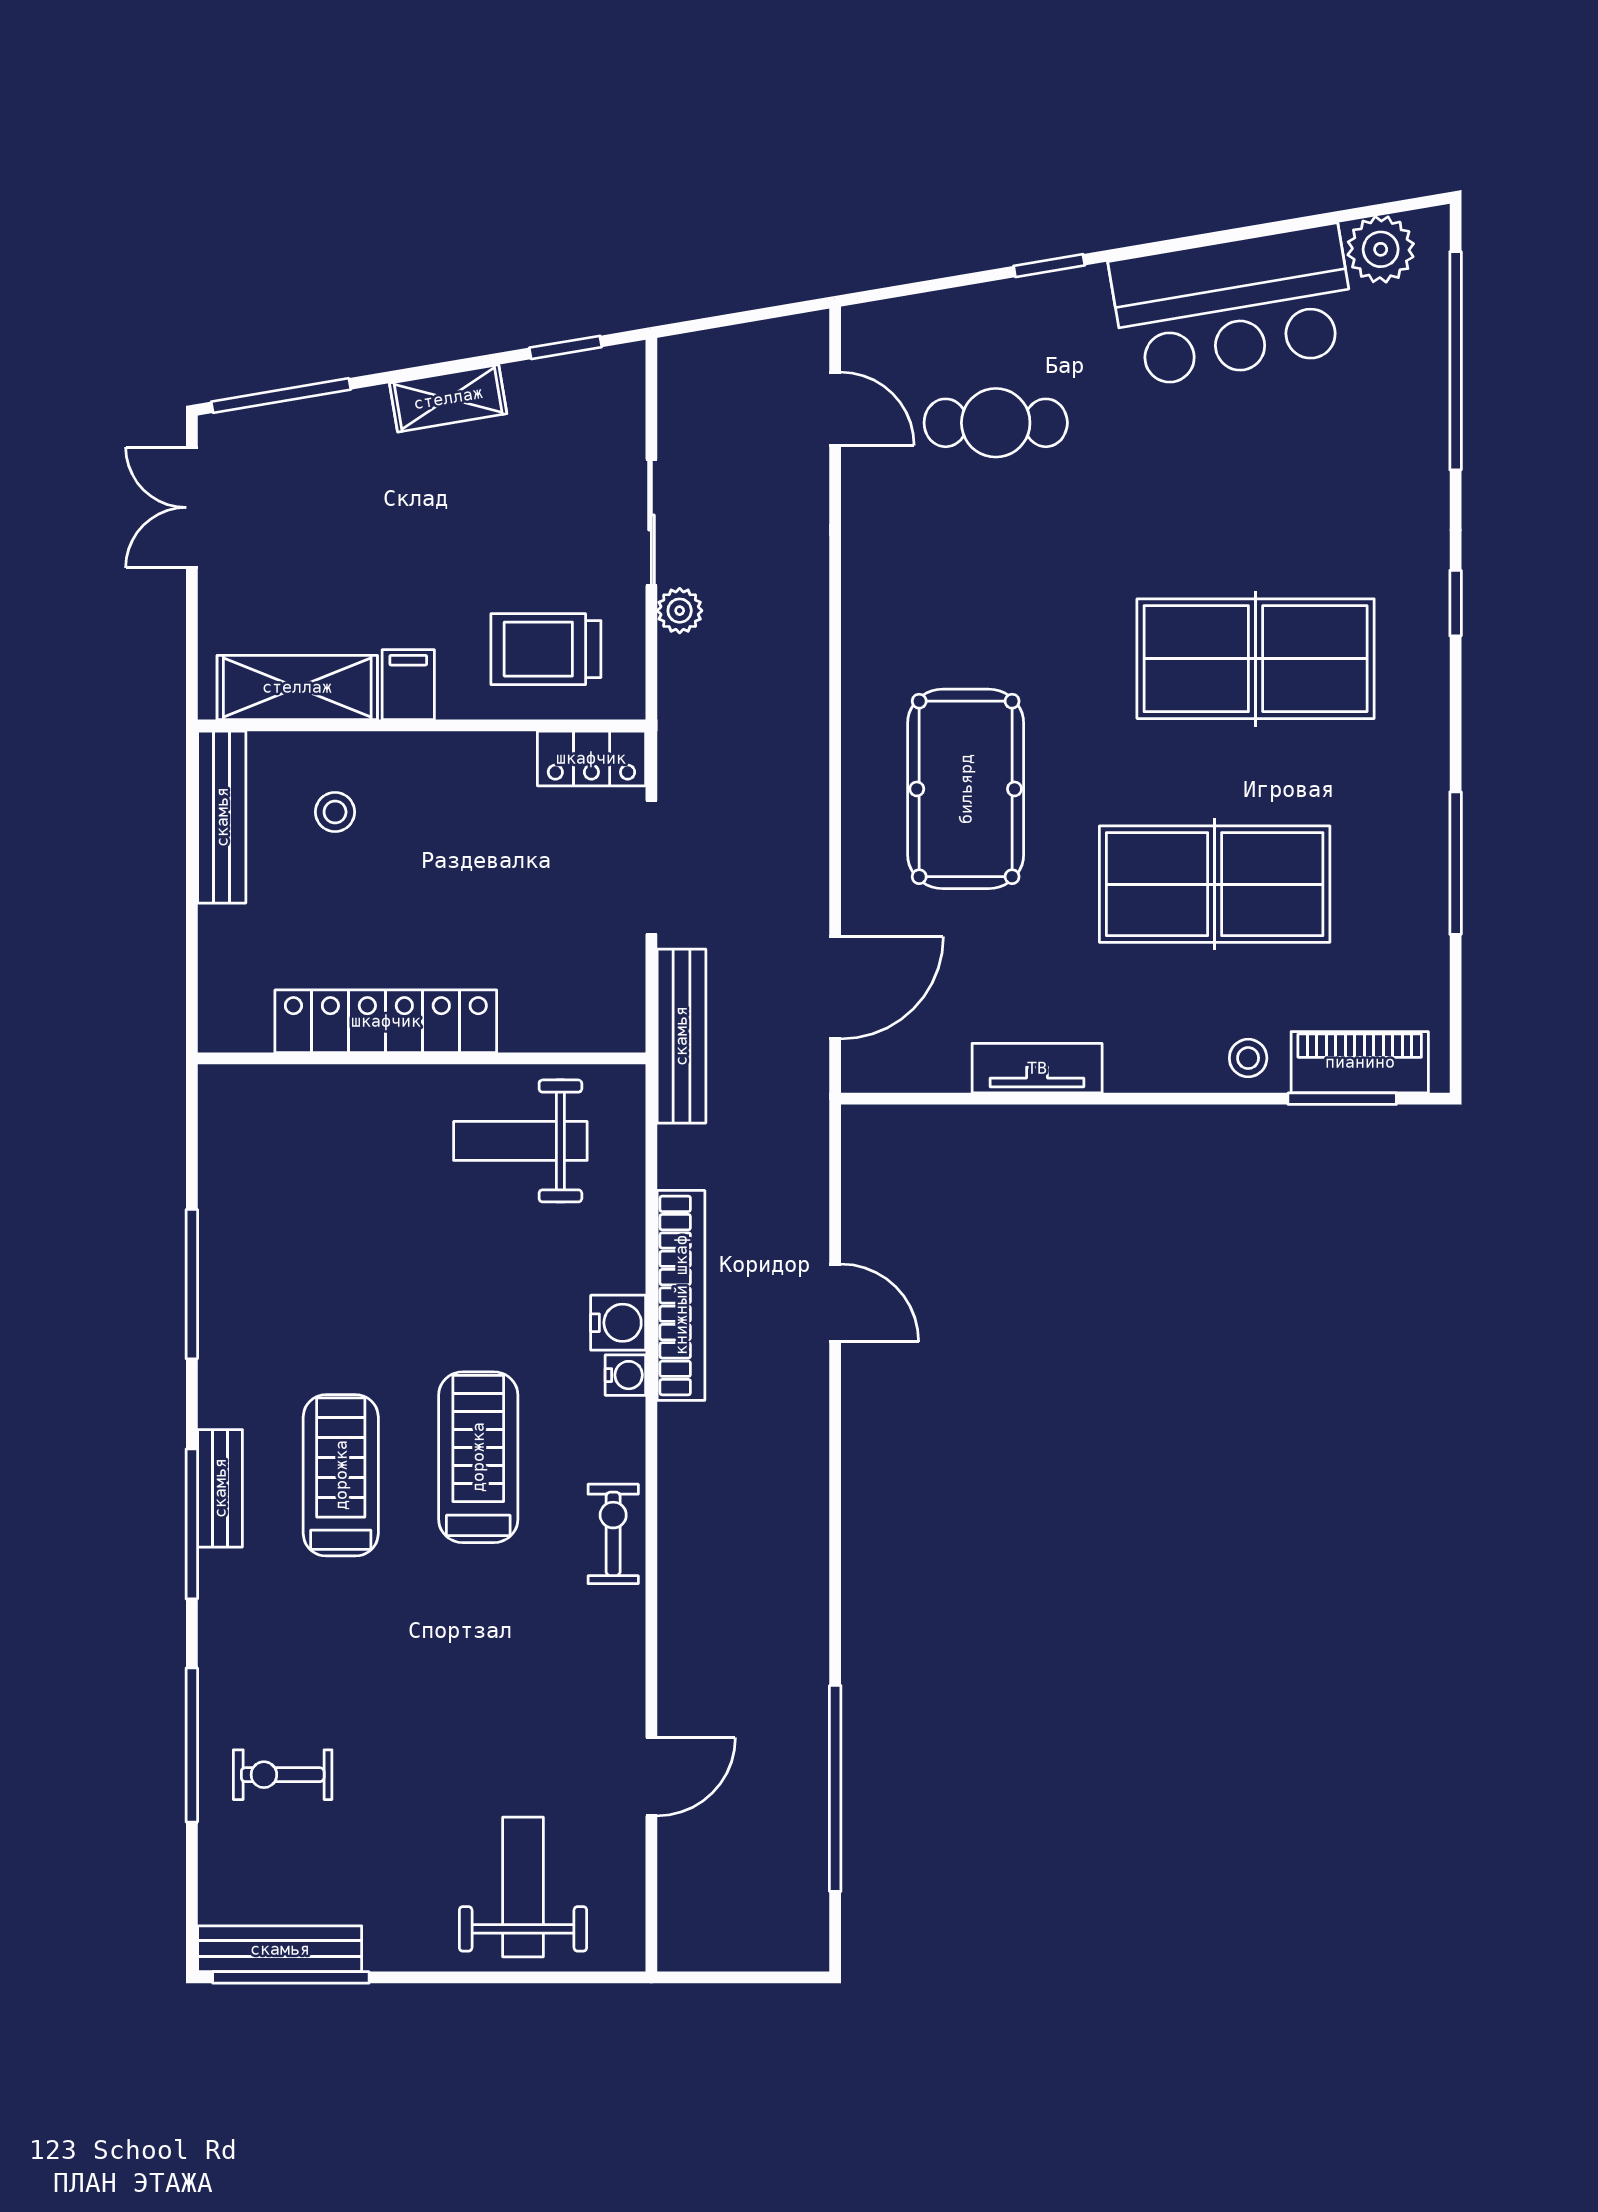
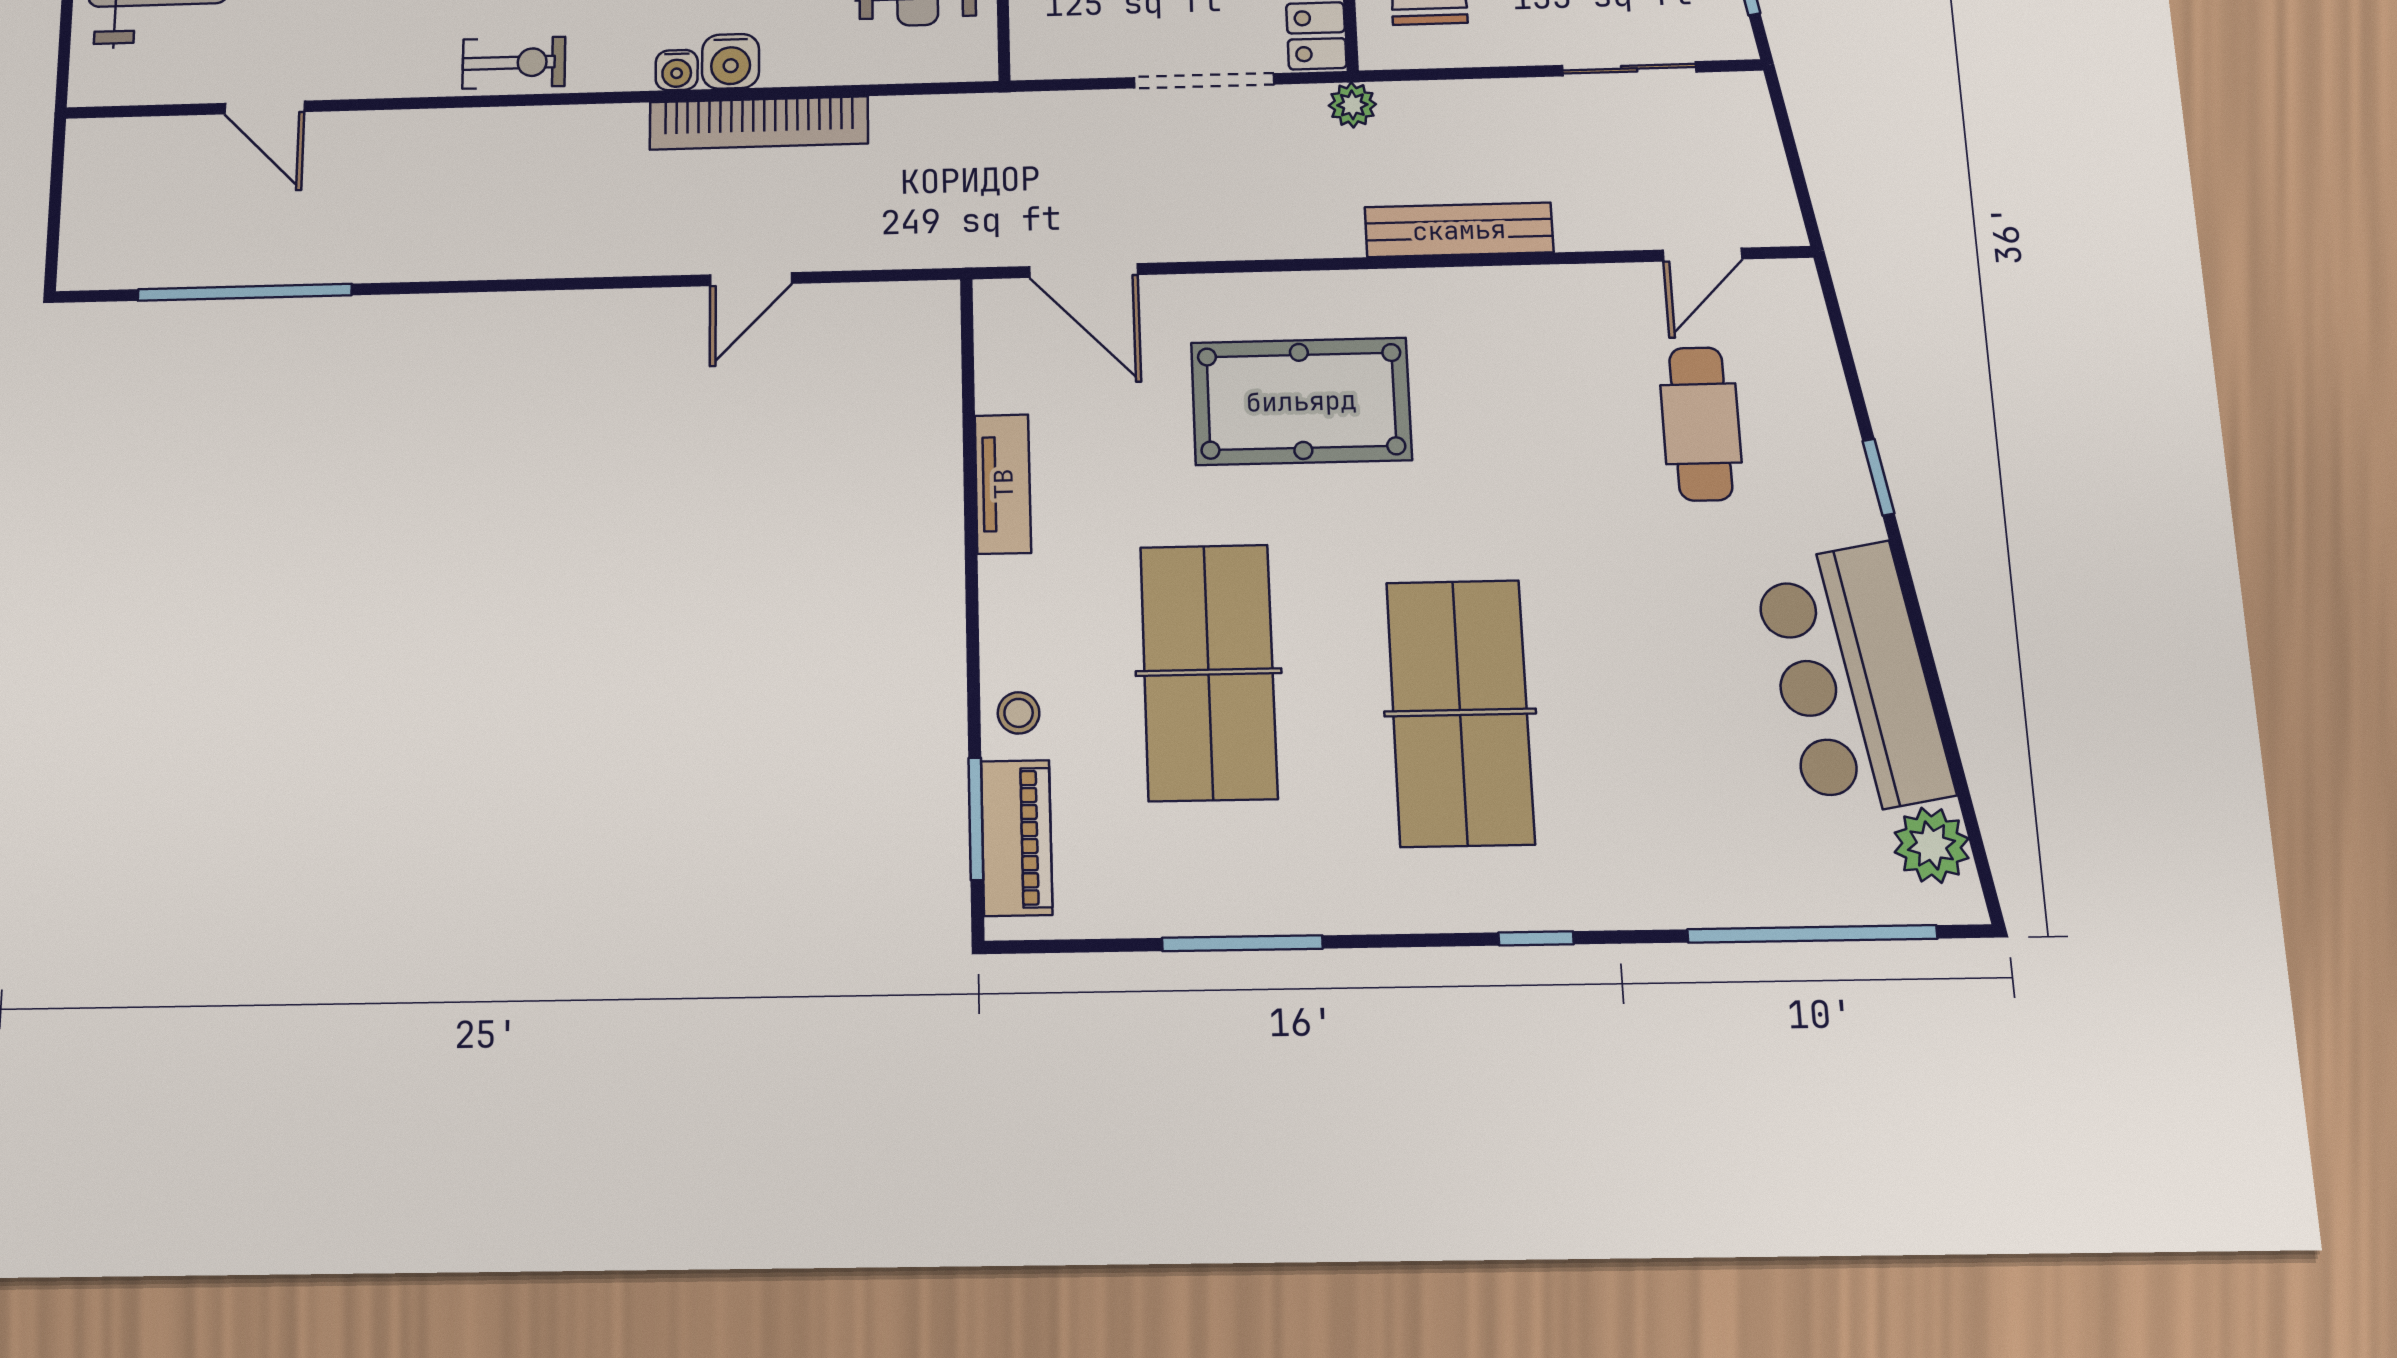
sliding door: (651, 522) -> (1629, 69), moved
plant: (680, 611) -> (1352, 105), moved
bench: (681, 1036) -> (1459, 230), moved

